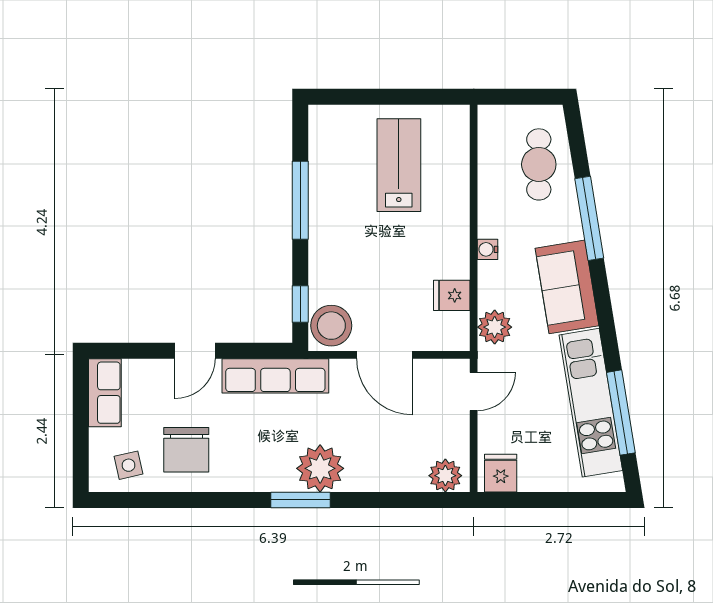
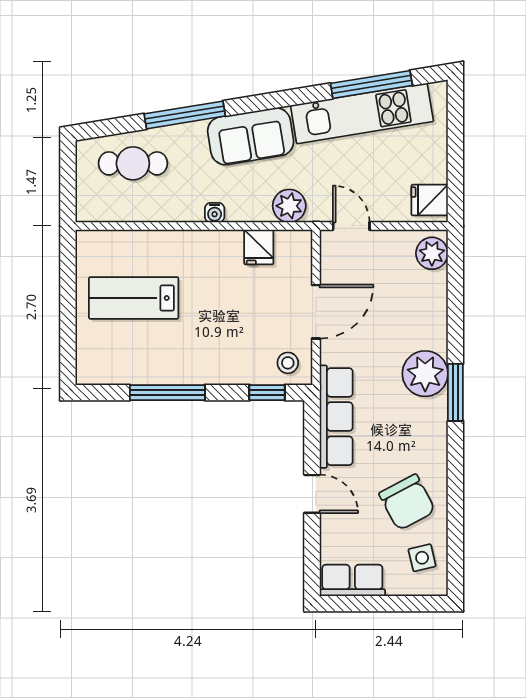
stool: (331, 326) -> (288, 363), width x0.53, depth x0.53
chair: (186, 450) -> (407, 502), turned 62

